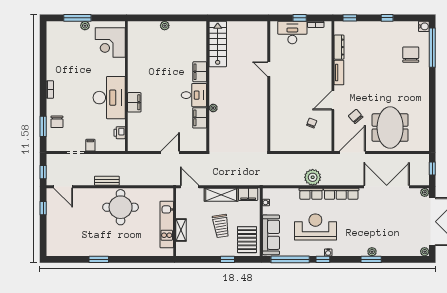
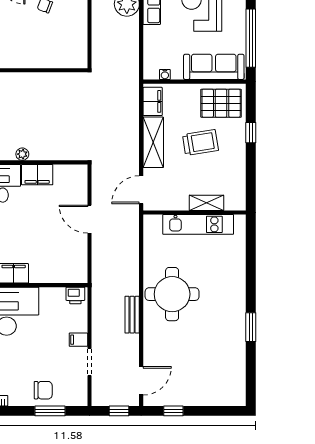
printer: (120, 133) -> (75, 295), moved

